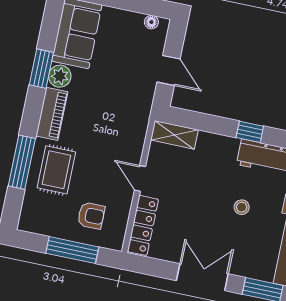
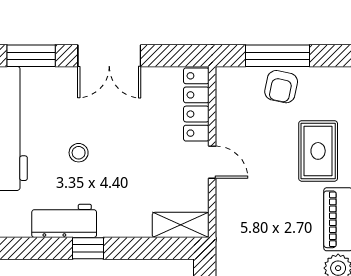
armchair: (91, 216) -> (281, 87), moved, turned -78

